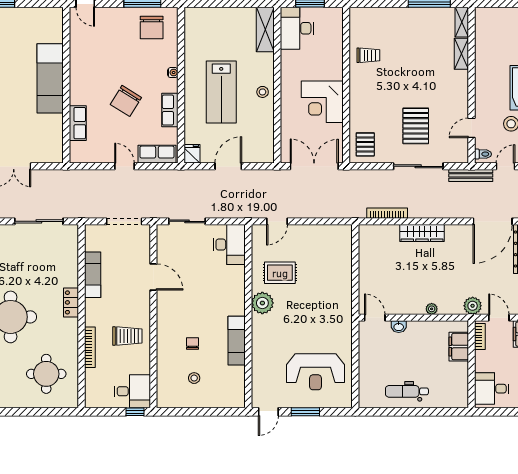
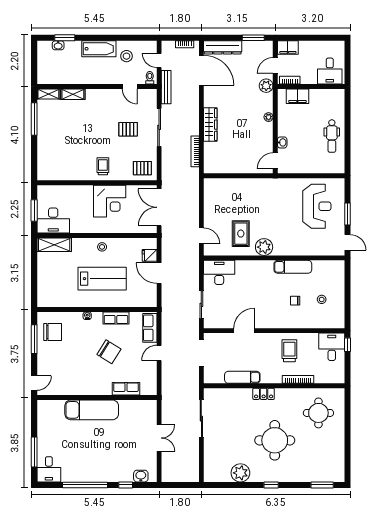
trolley: (368, 55) -> (103, 166), moved
pallet: (416, 126) -> (128, 129), width x0.67, depth x0.71
fridge: (192, 154) -> (150, 255), moved

